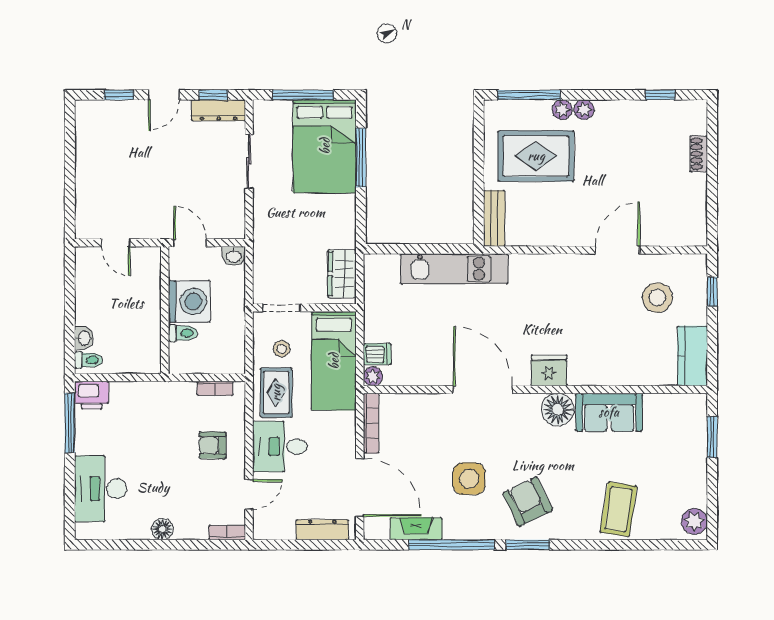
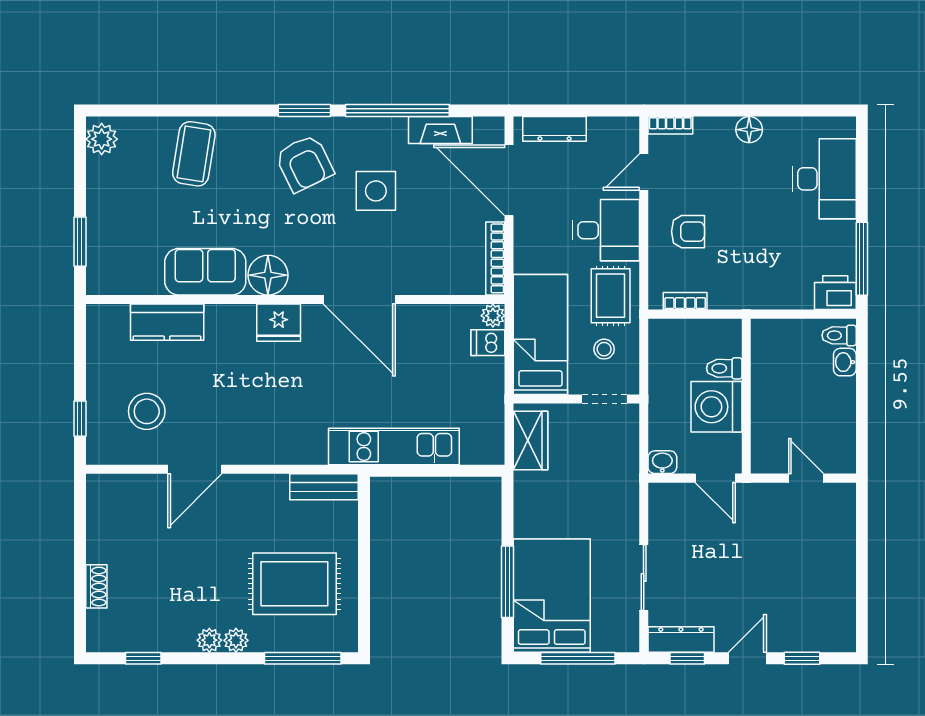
plant: (562, 110) -> (209, 640), moved
bench: (494, 218) -> (324, 487), moved, turned 90
kitchen counter: (692, 356) -> (167, 322), moved, turned 90

